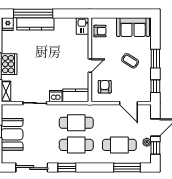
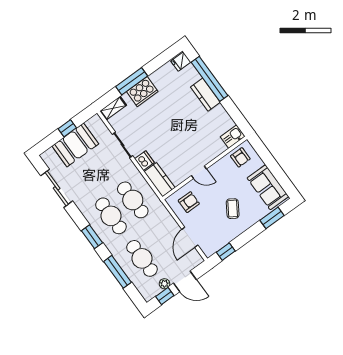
kitchen counter: (35, 24) -> (205, 95), width x0.67
window: (155, 59) -> (272, 218), moved
window: (67, 168) -> (92, 237), moved
window: (127, 168) -> (118, 272), moved

